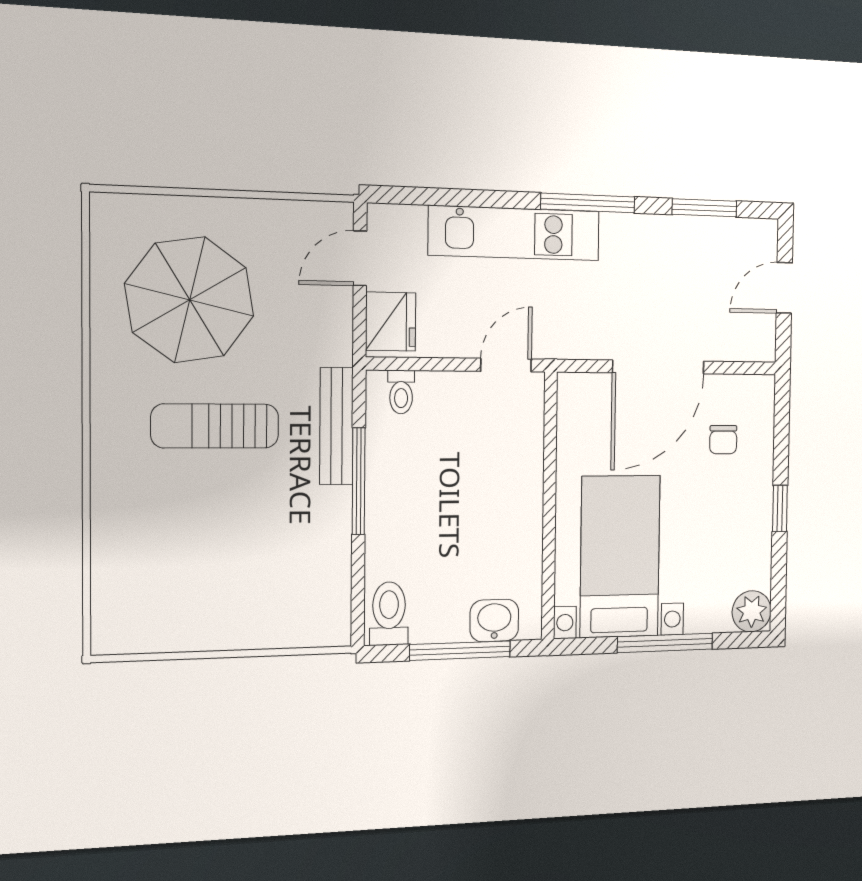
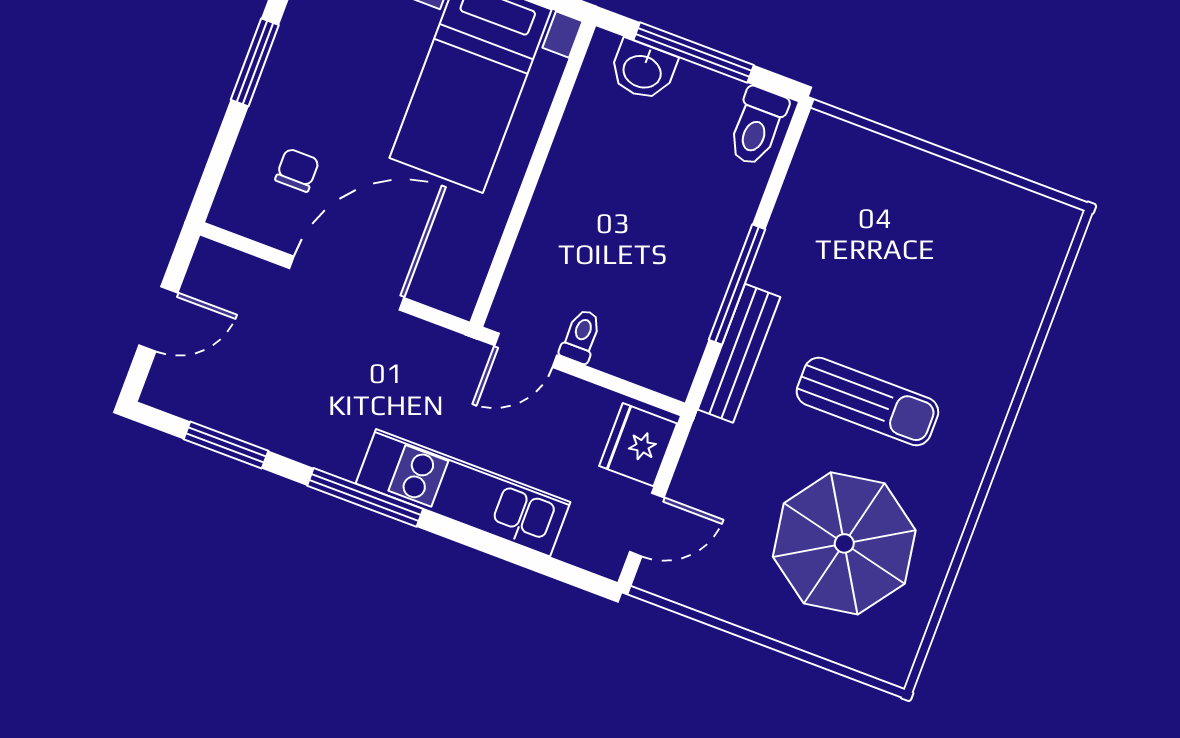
toilet: (401, 392) -> (581, 336), moved
window: (780, 508) -> (255, 62), width x1.50

